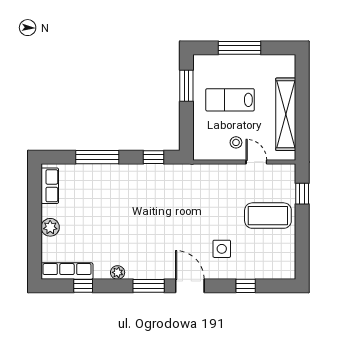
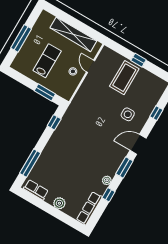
window: (186, 86) -> (45, 92), moved
lab bench: (230, 100) -> (47, 61), turned 180
window: (97, 157) -> (30, 163), moved
door: (256, 162) -> (91, 66), hinge flipped
window: (302, 194) -> (138, 60), moved
window: (83, 286) -> (108, 195), moved

